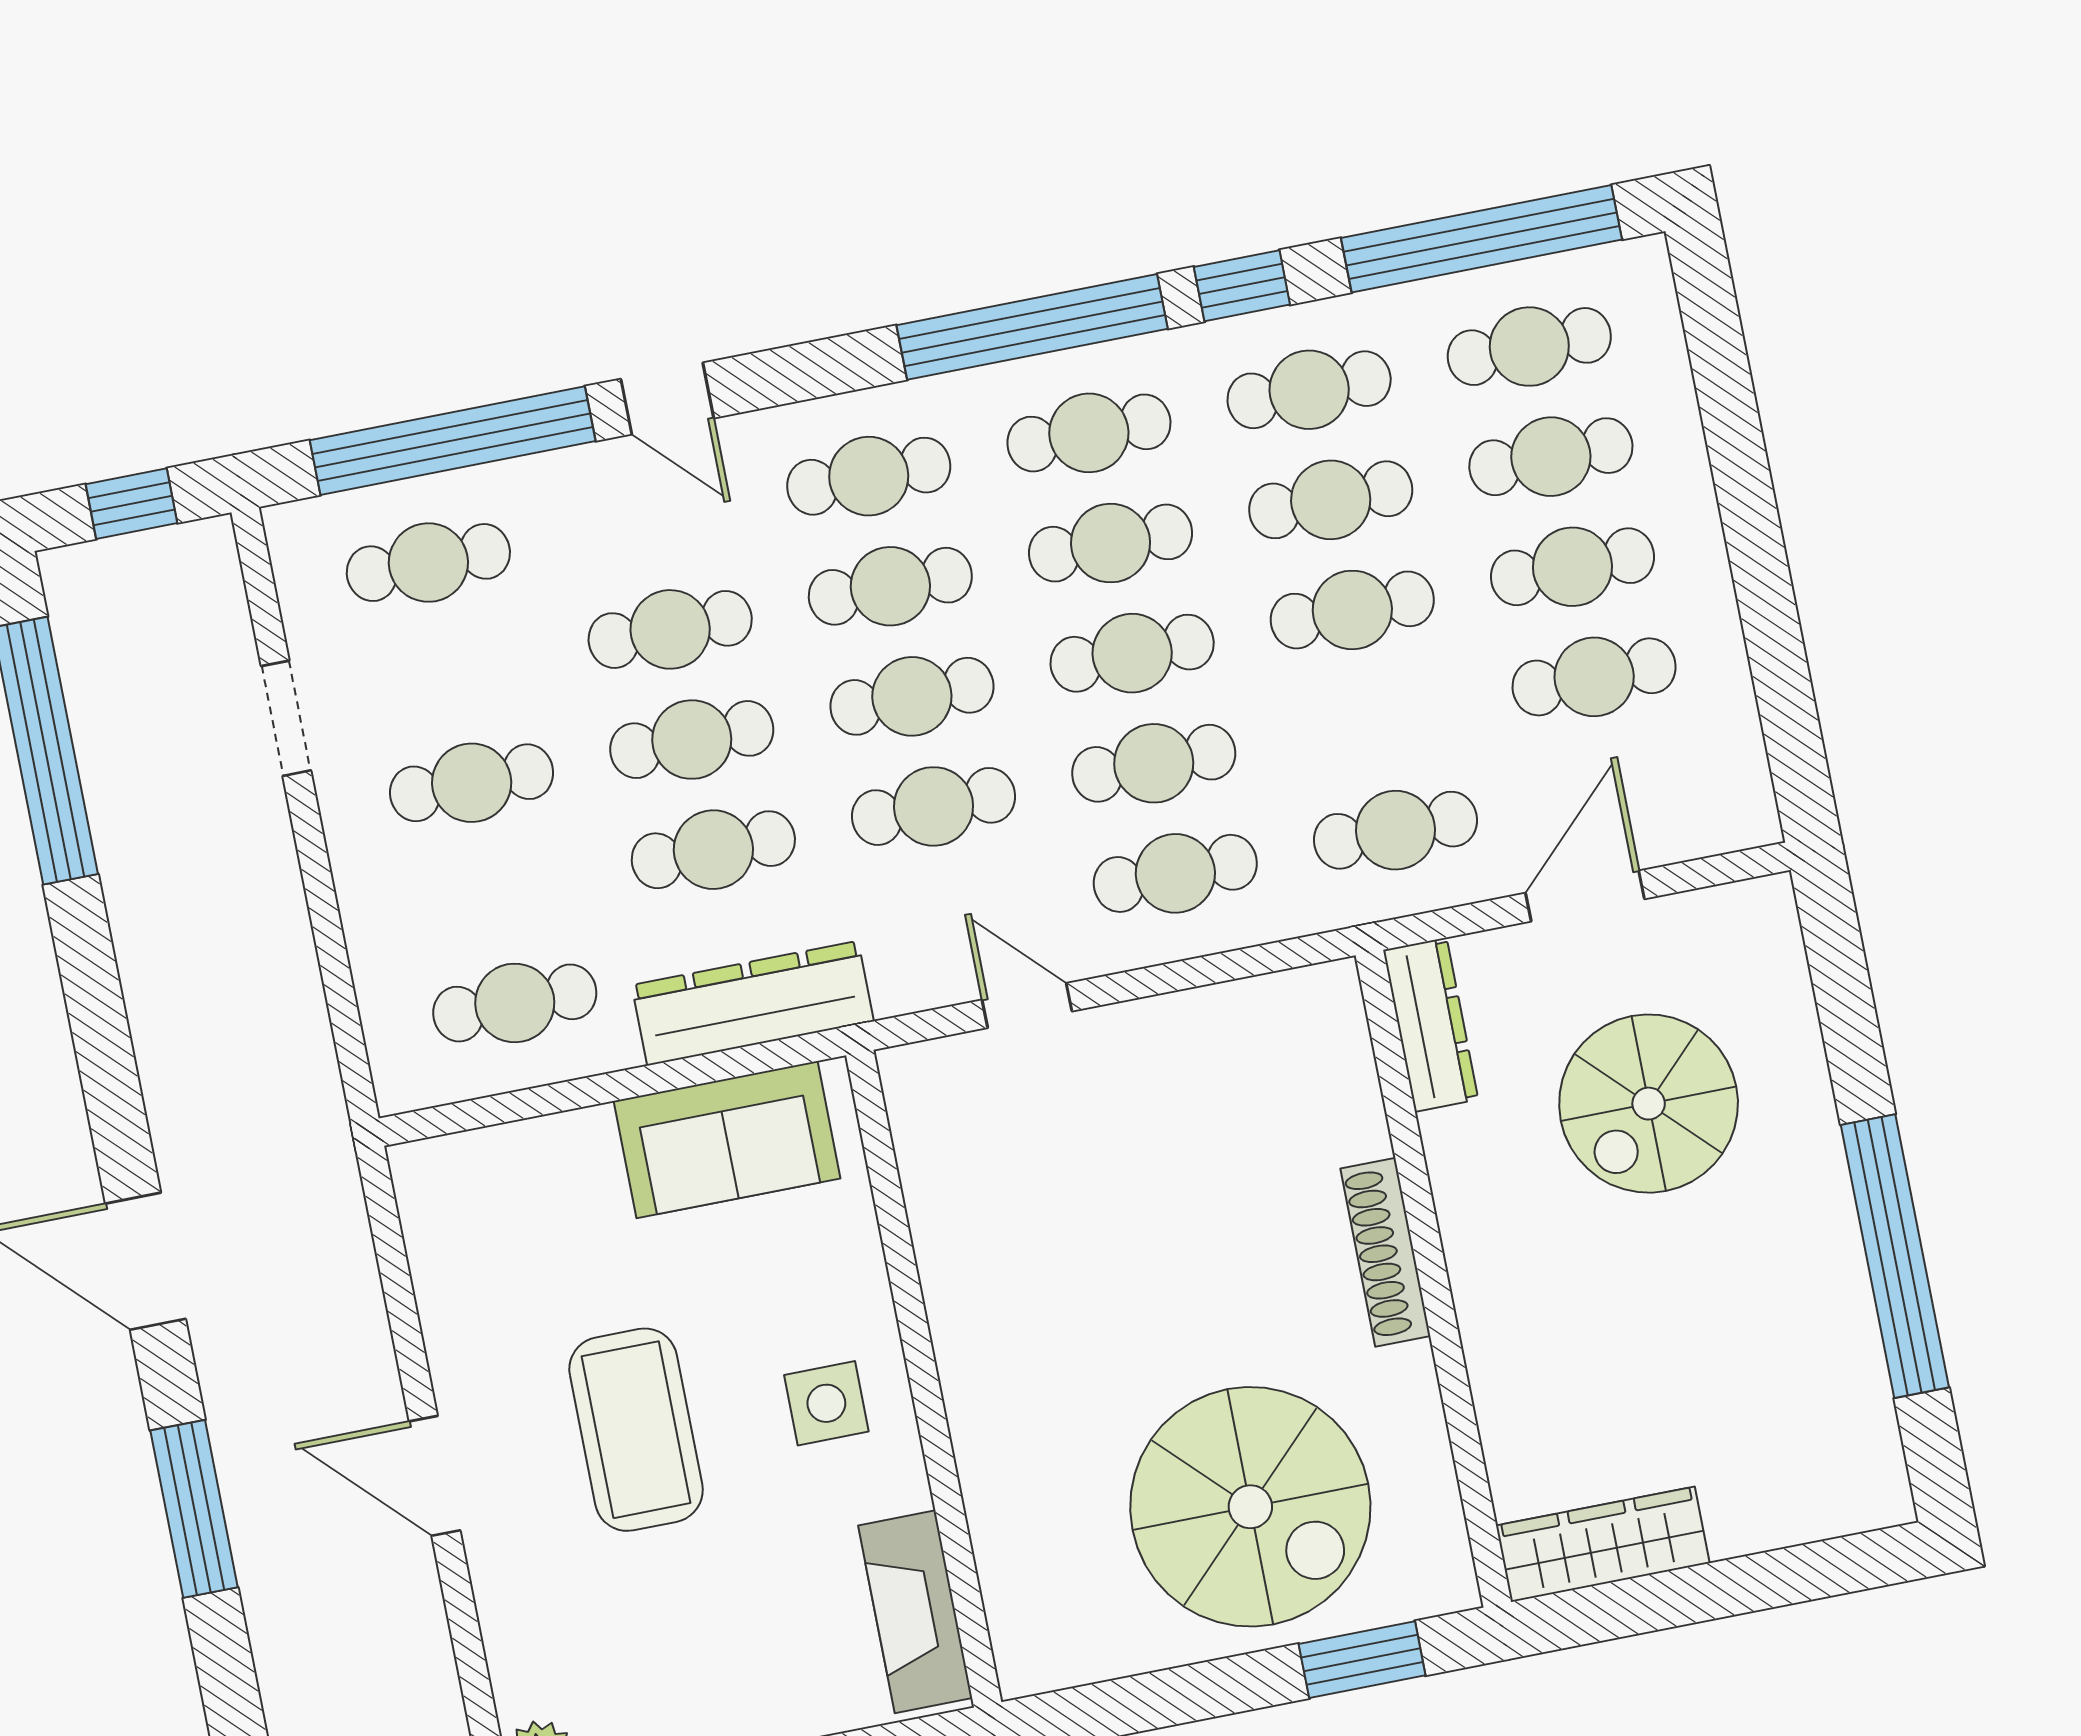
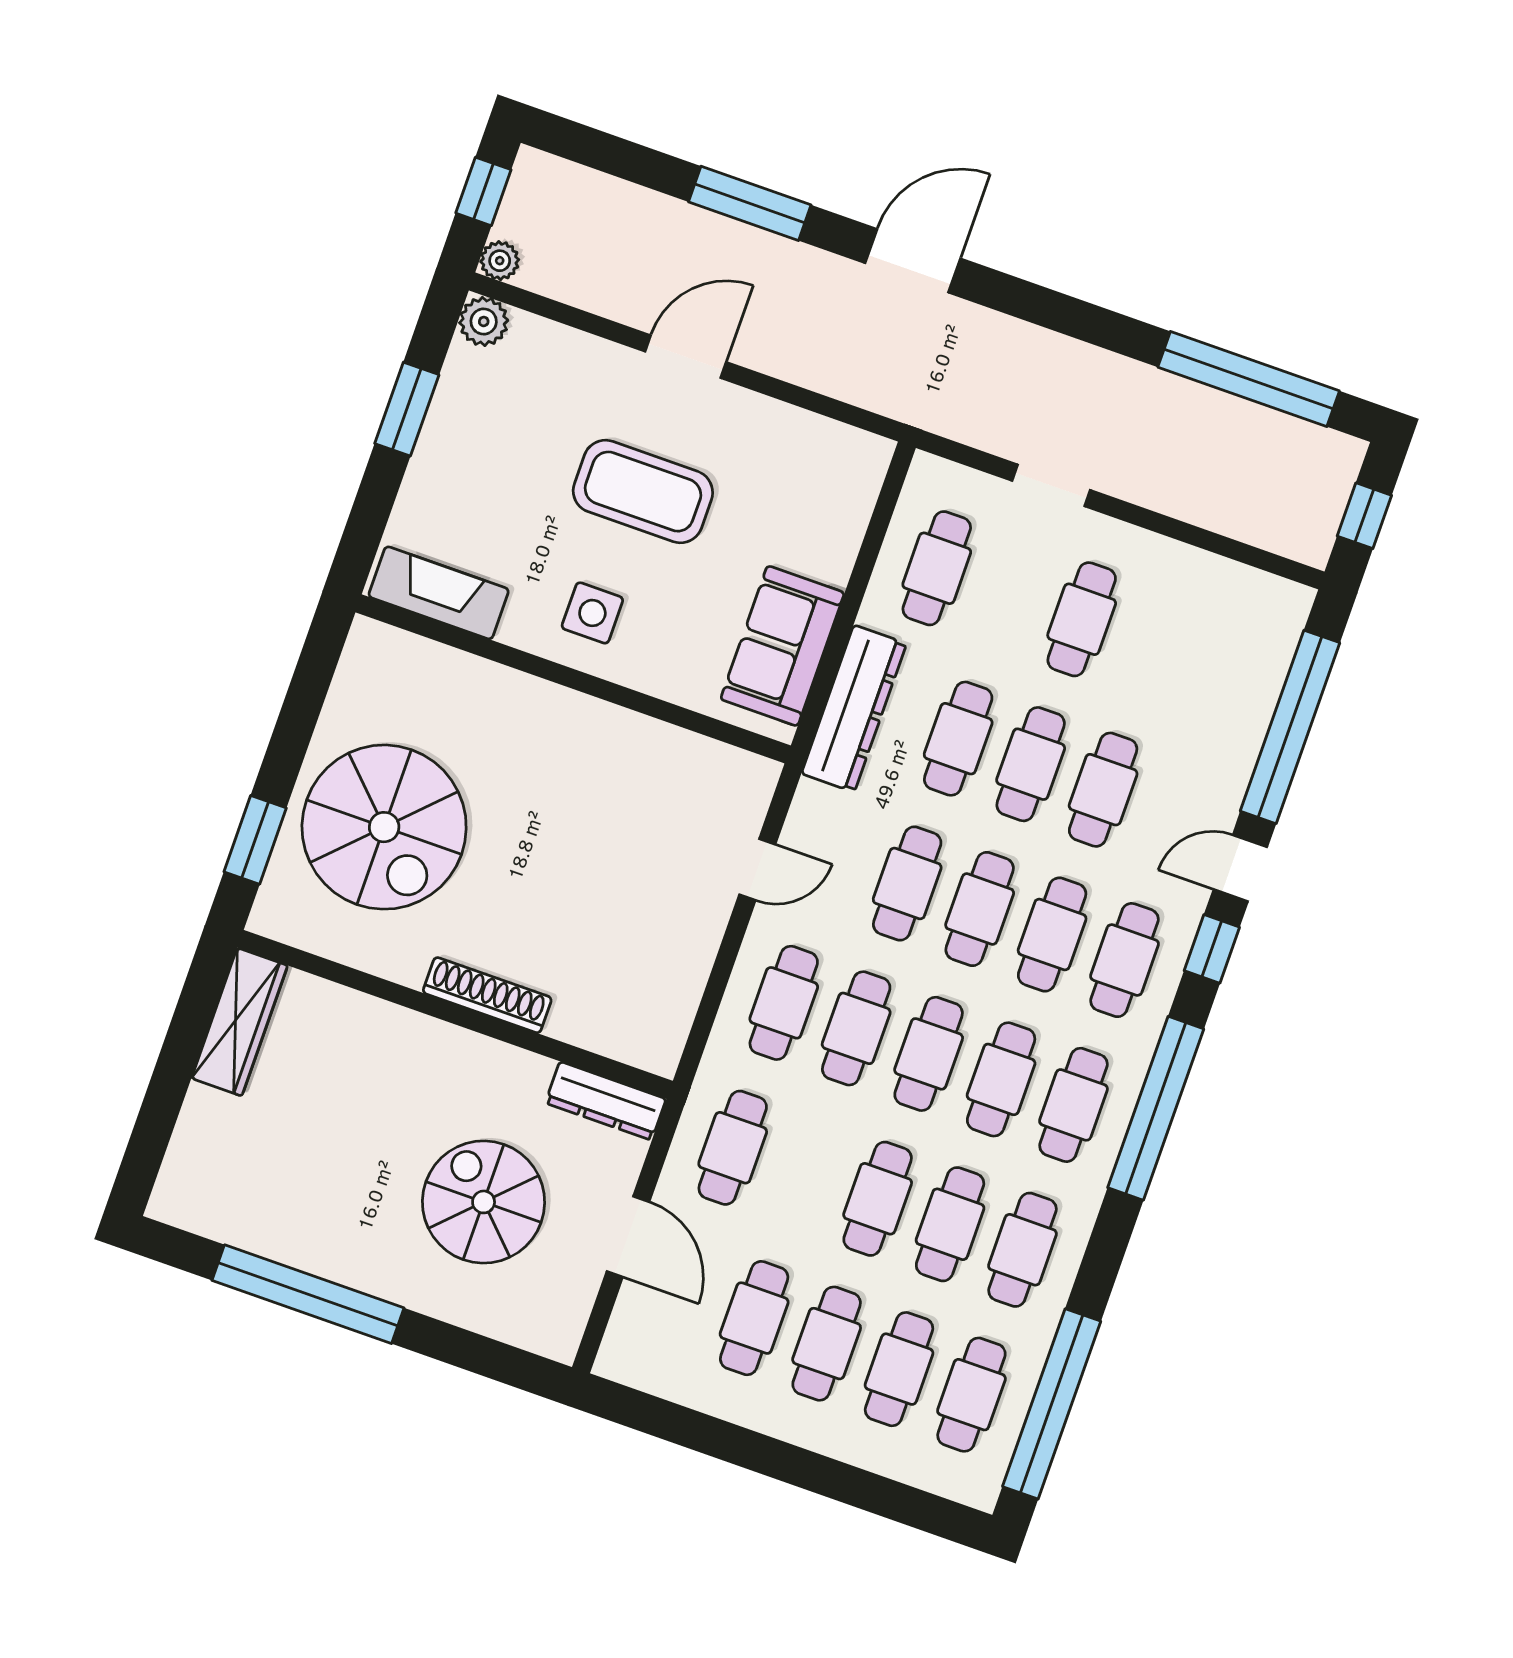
window: (1242, 286) -> (1212, 949), moved
cafe table: (428, 563) -> (1227, 670), removed
doorway: (286, 718) -> (1051, 485), moved
spiral stairs: (1250, 1507) -> (384, 827), turned -90

